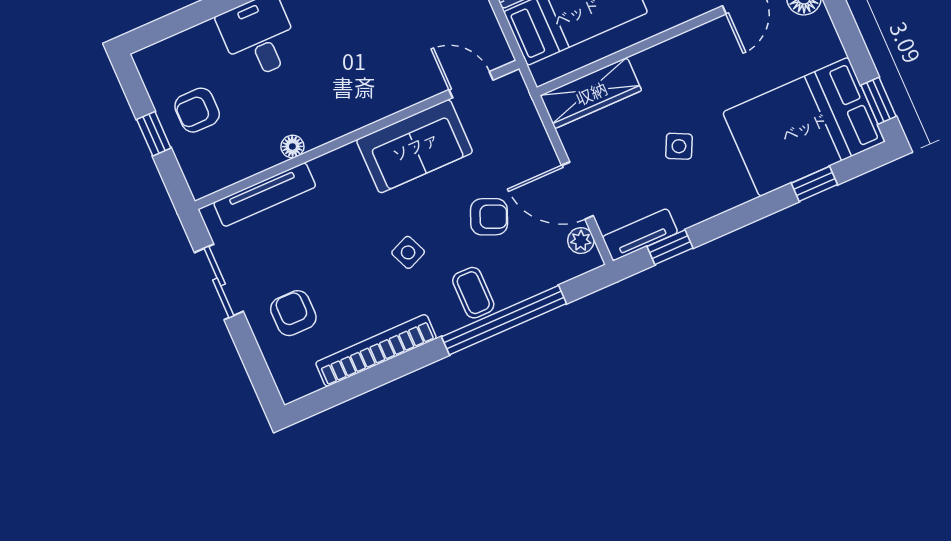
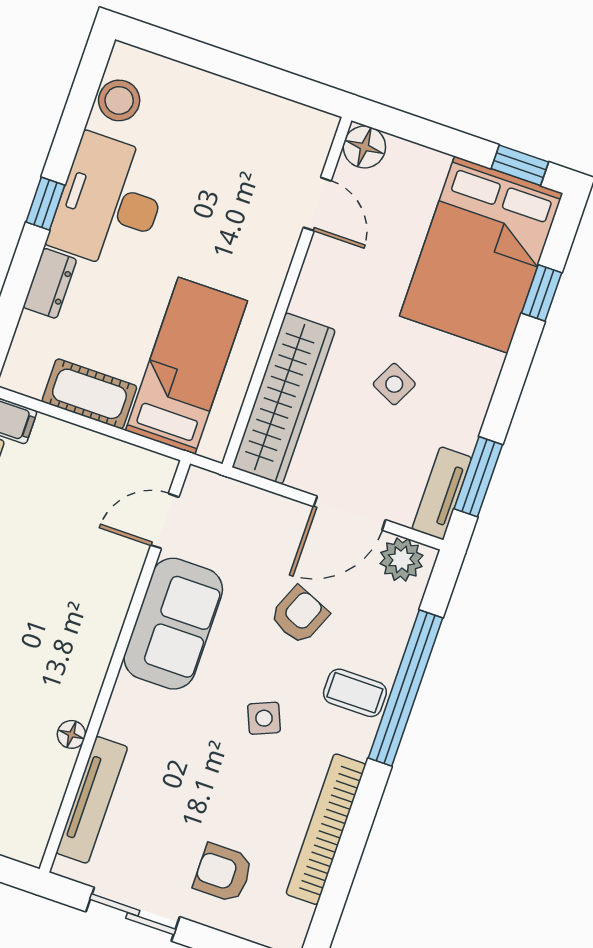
wardrobe: (591, 93) -> (284, 398), width x1.40, depth x1.17
plant: (581, 241) -> (401, 559), width x1.38, depth x1.38
window: (670, 247) -> (478, 477), width x1.50

